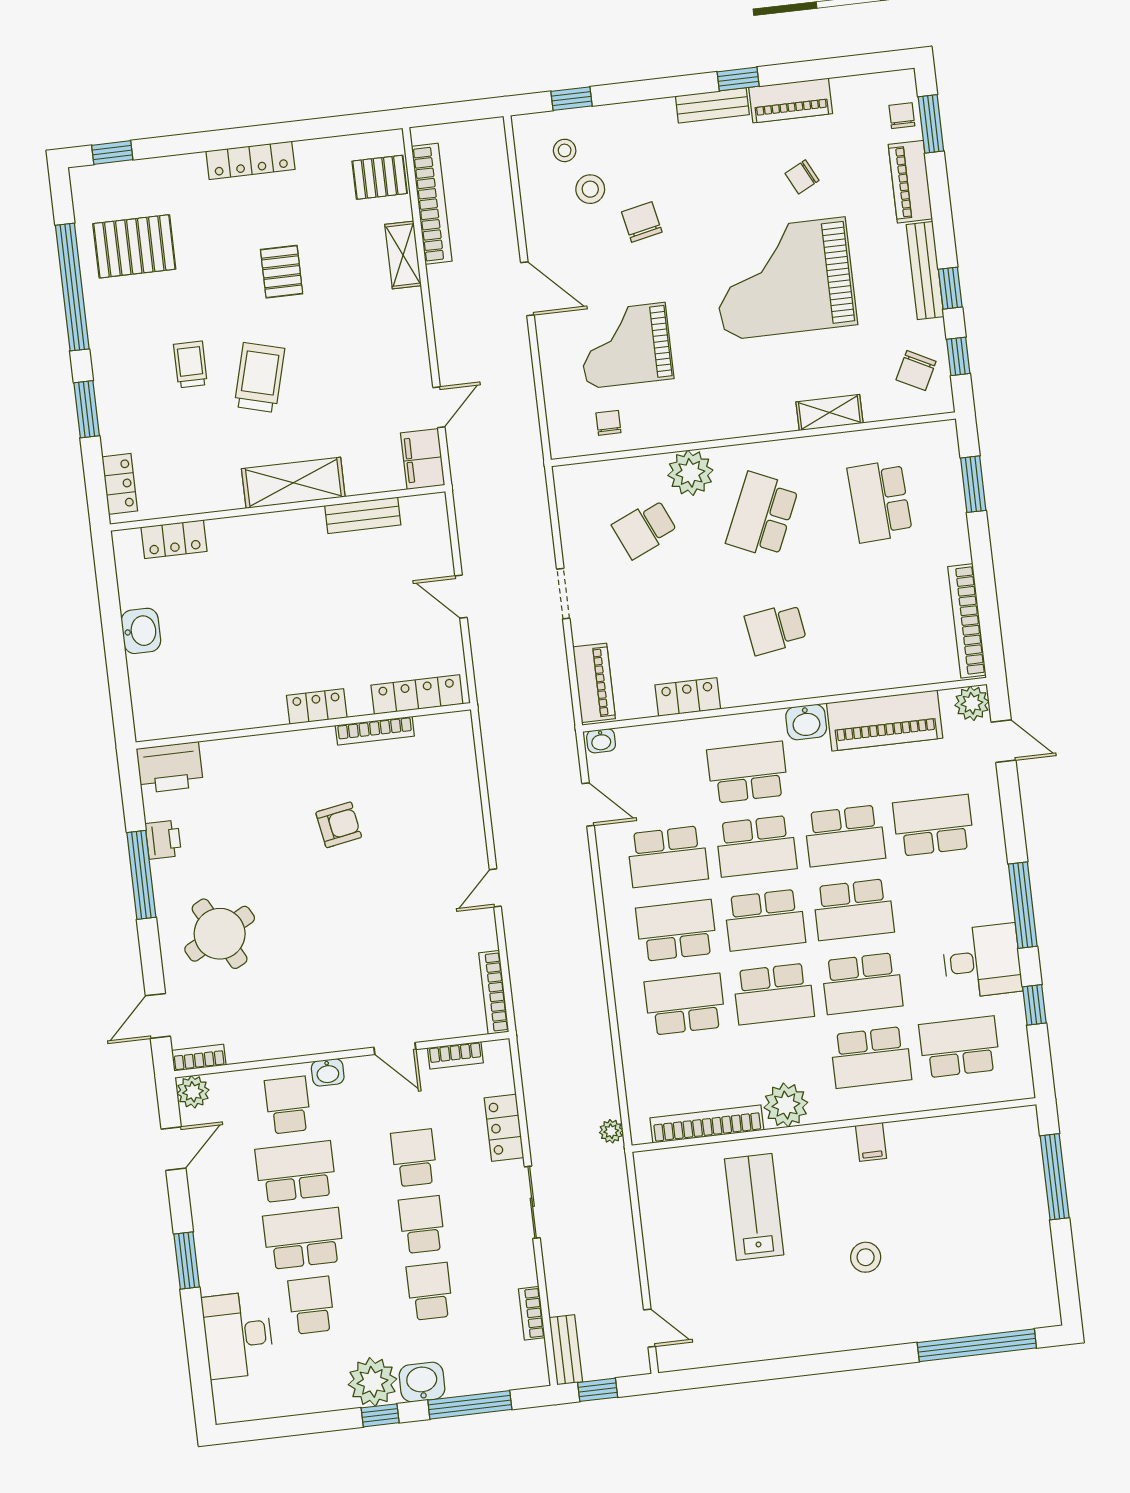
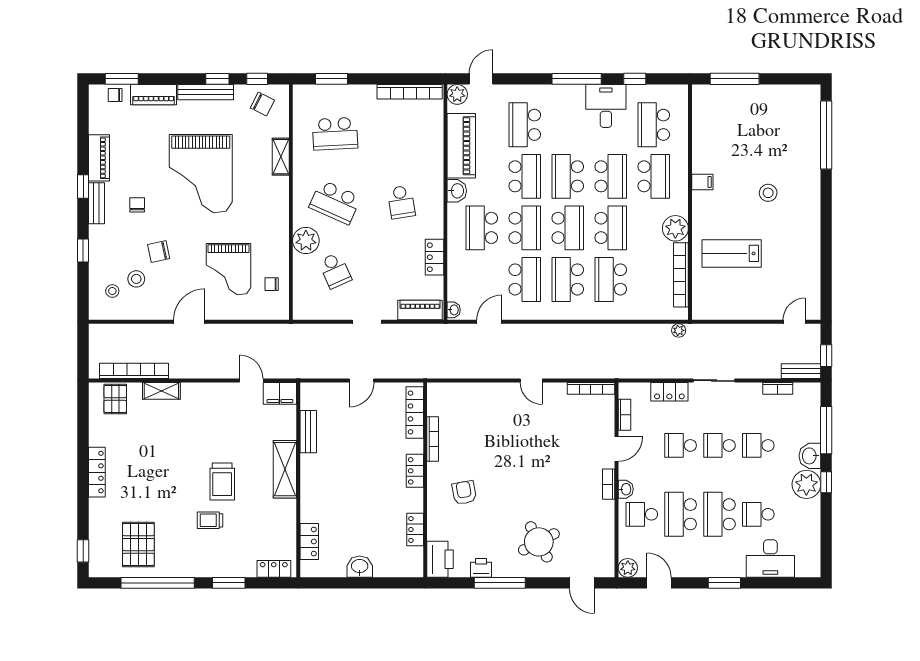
window: (571, 99) -> (83, 251), moved
chair: (802, 177) -> (137, 205), moved, turned -153
pallet: (282, 272) -> (163, 462), removed
trolley: (260, 378) -> (222, 481), turned -105
locker: (216, 719) -> (415, 530), added
armchair: (339, 825) -> (464, 493), moved
school desk: (853, 910) -> (568, 176), turned 180
bookcase: (199, 1058) -> (609, 484), moved

